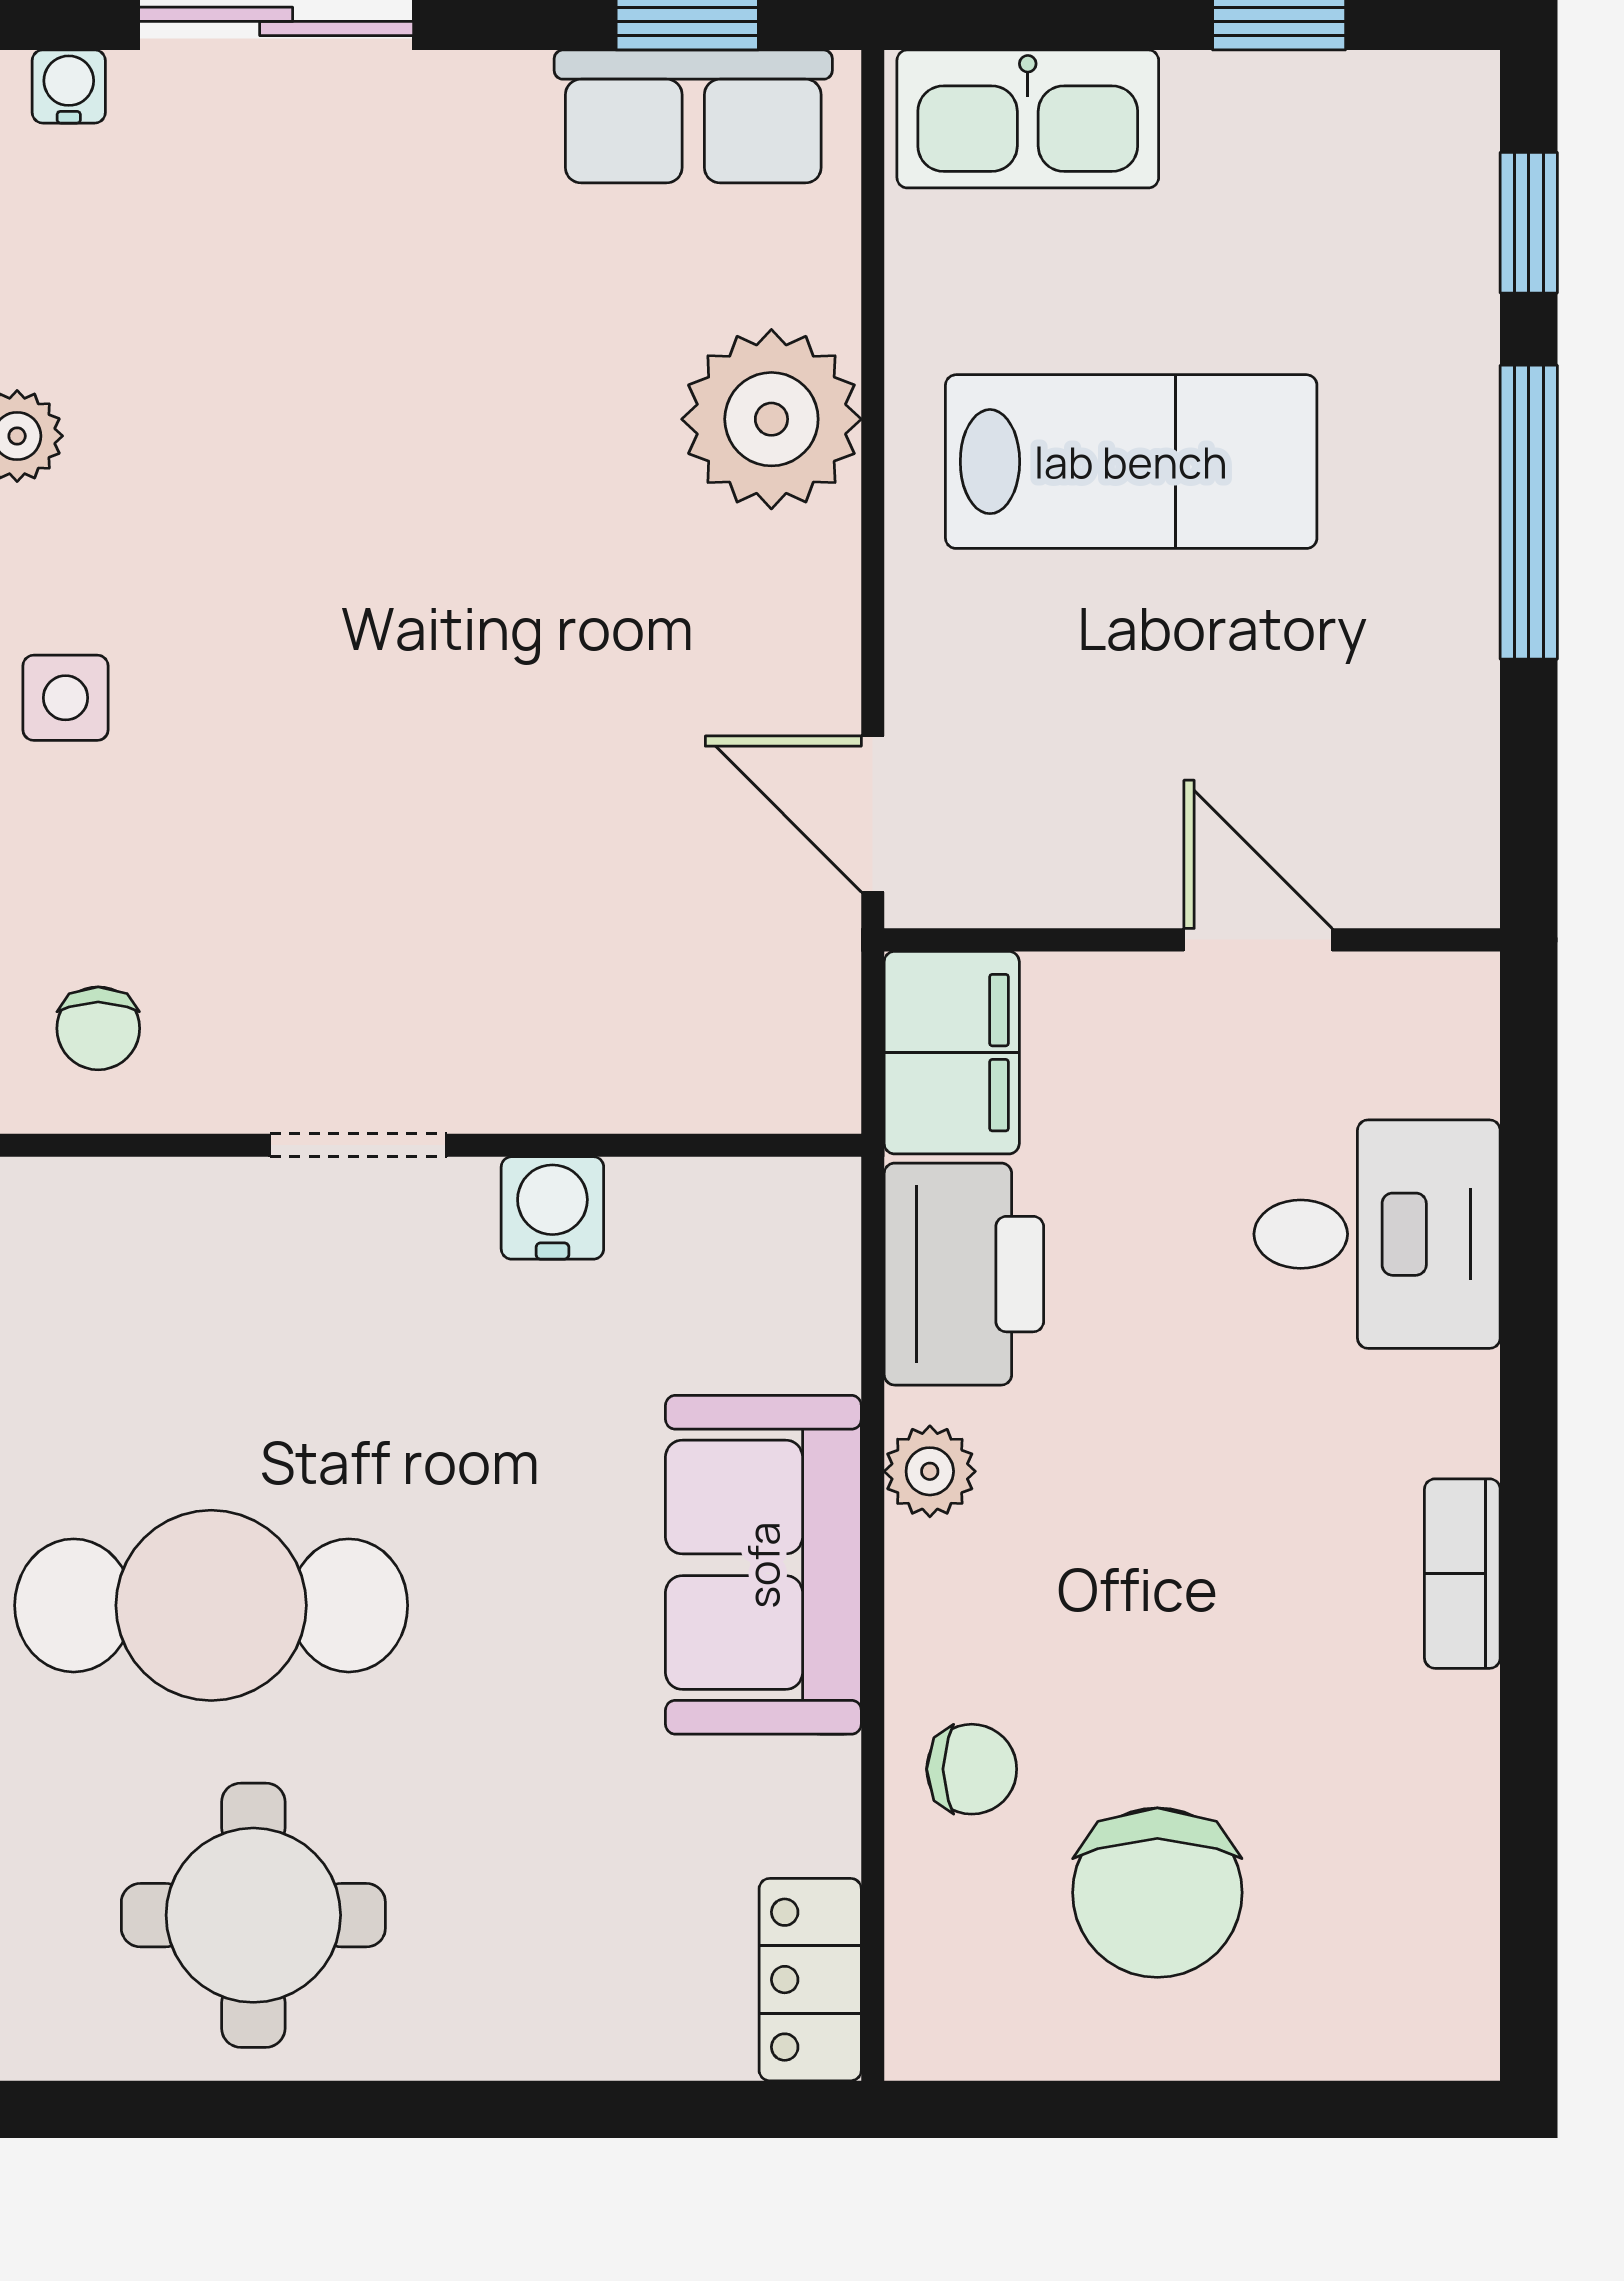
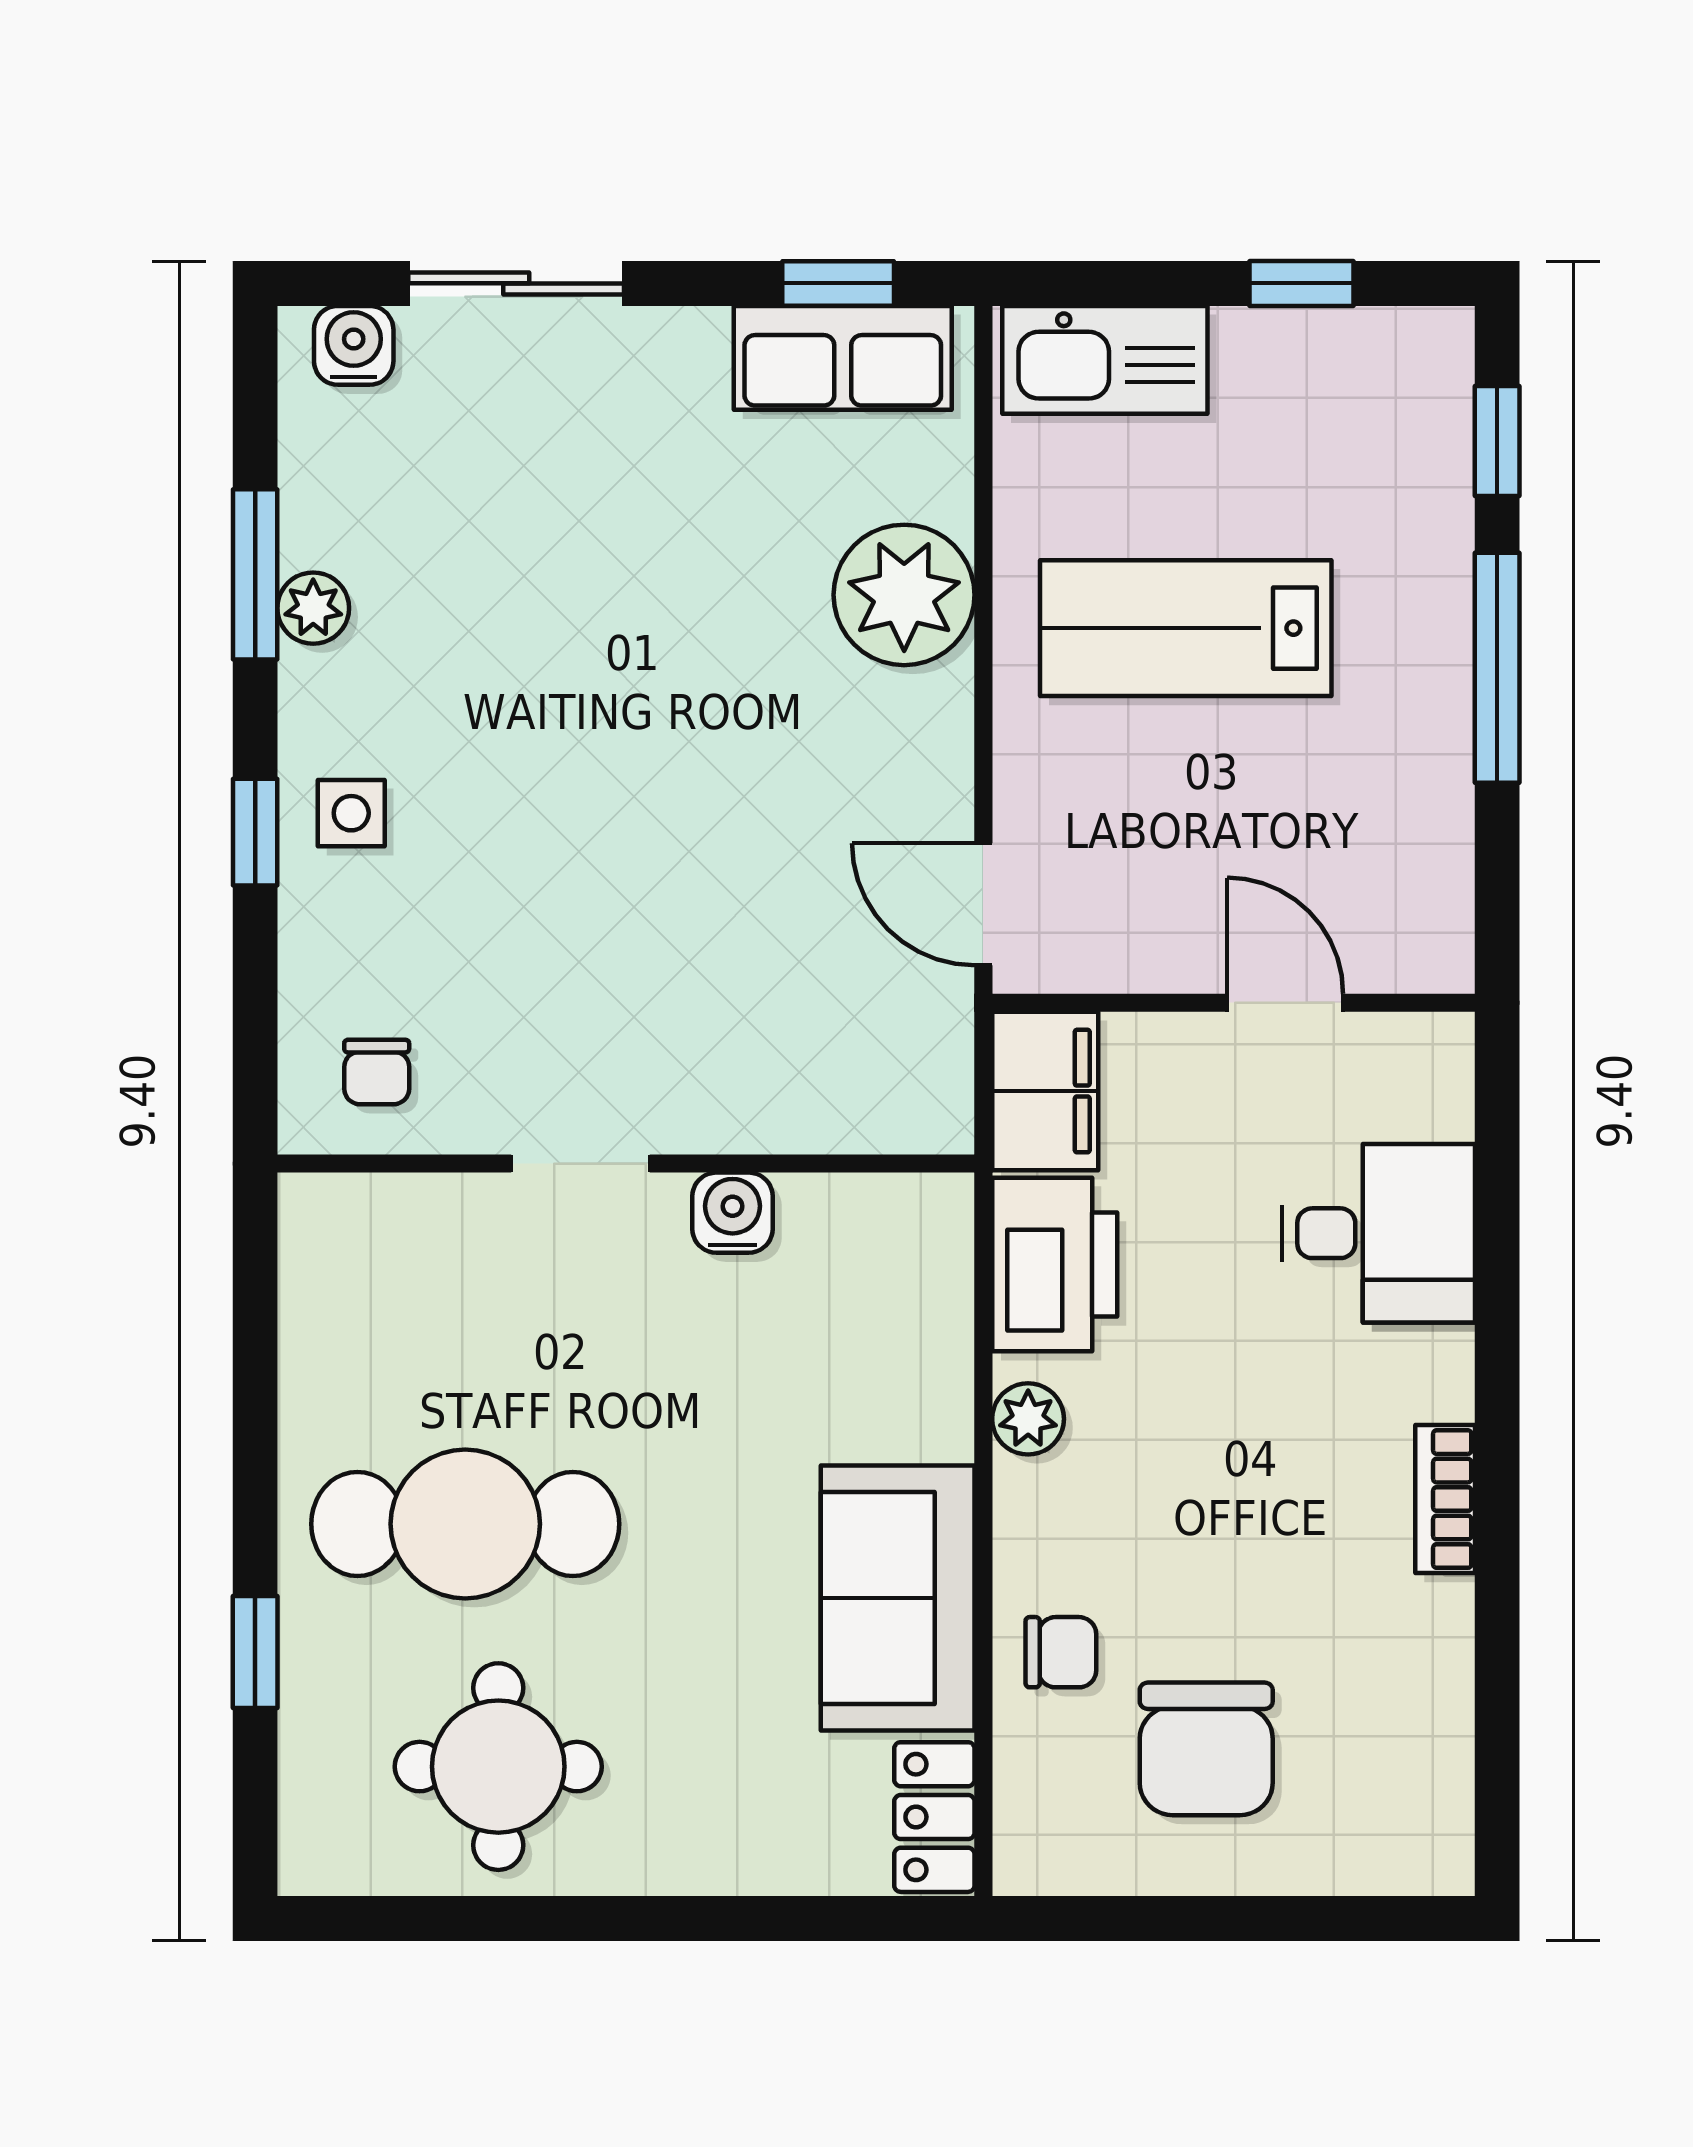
water cooler: (69, 86) -> (354, 345), width x1.38, depth x1.38
lab bench: (1131, 462) -> (1186, 628), turned 180
sofa: (763, 1565) -> (898, 1598), moved

